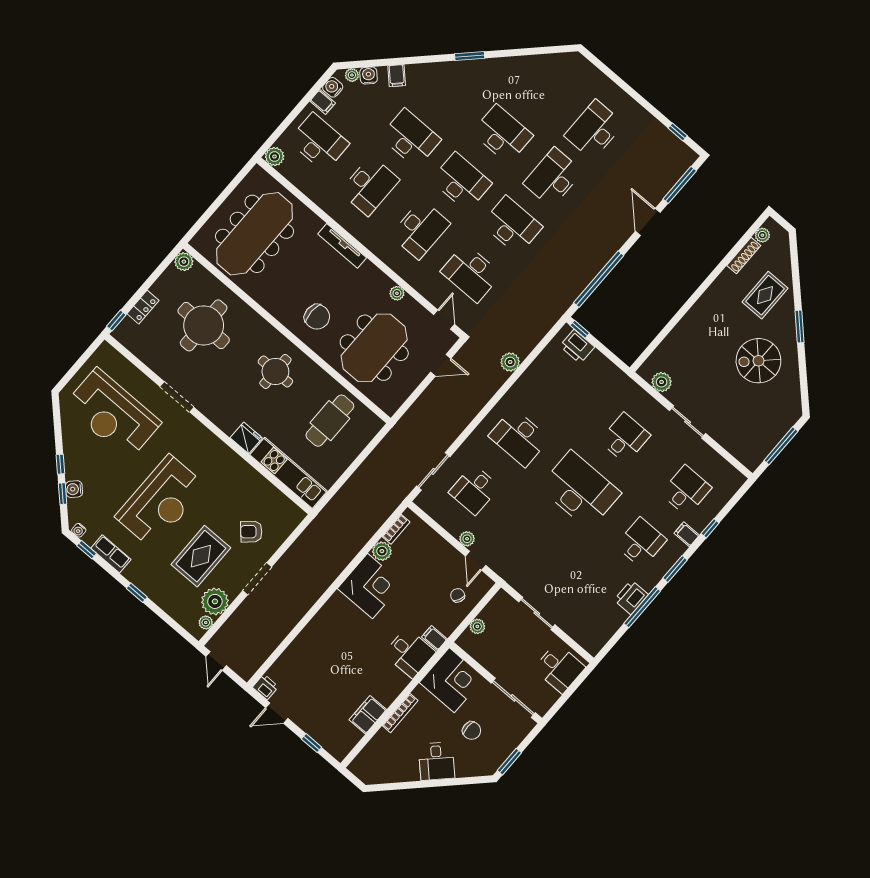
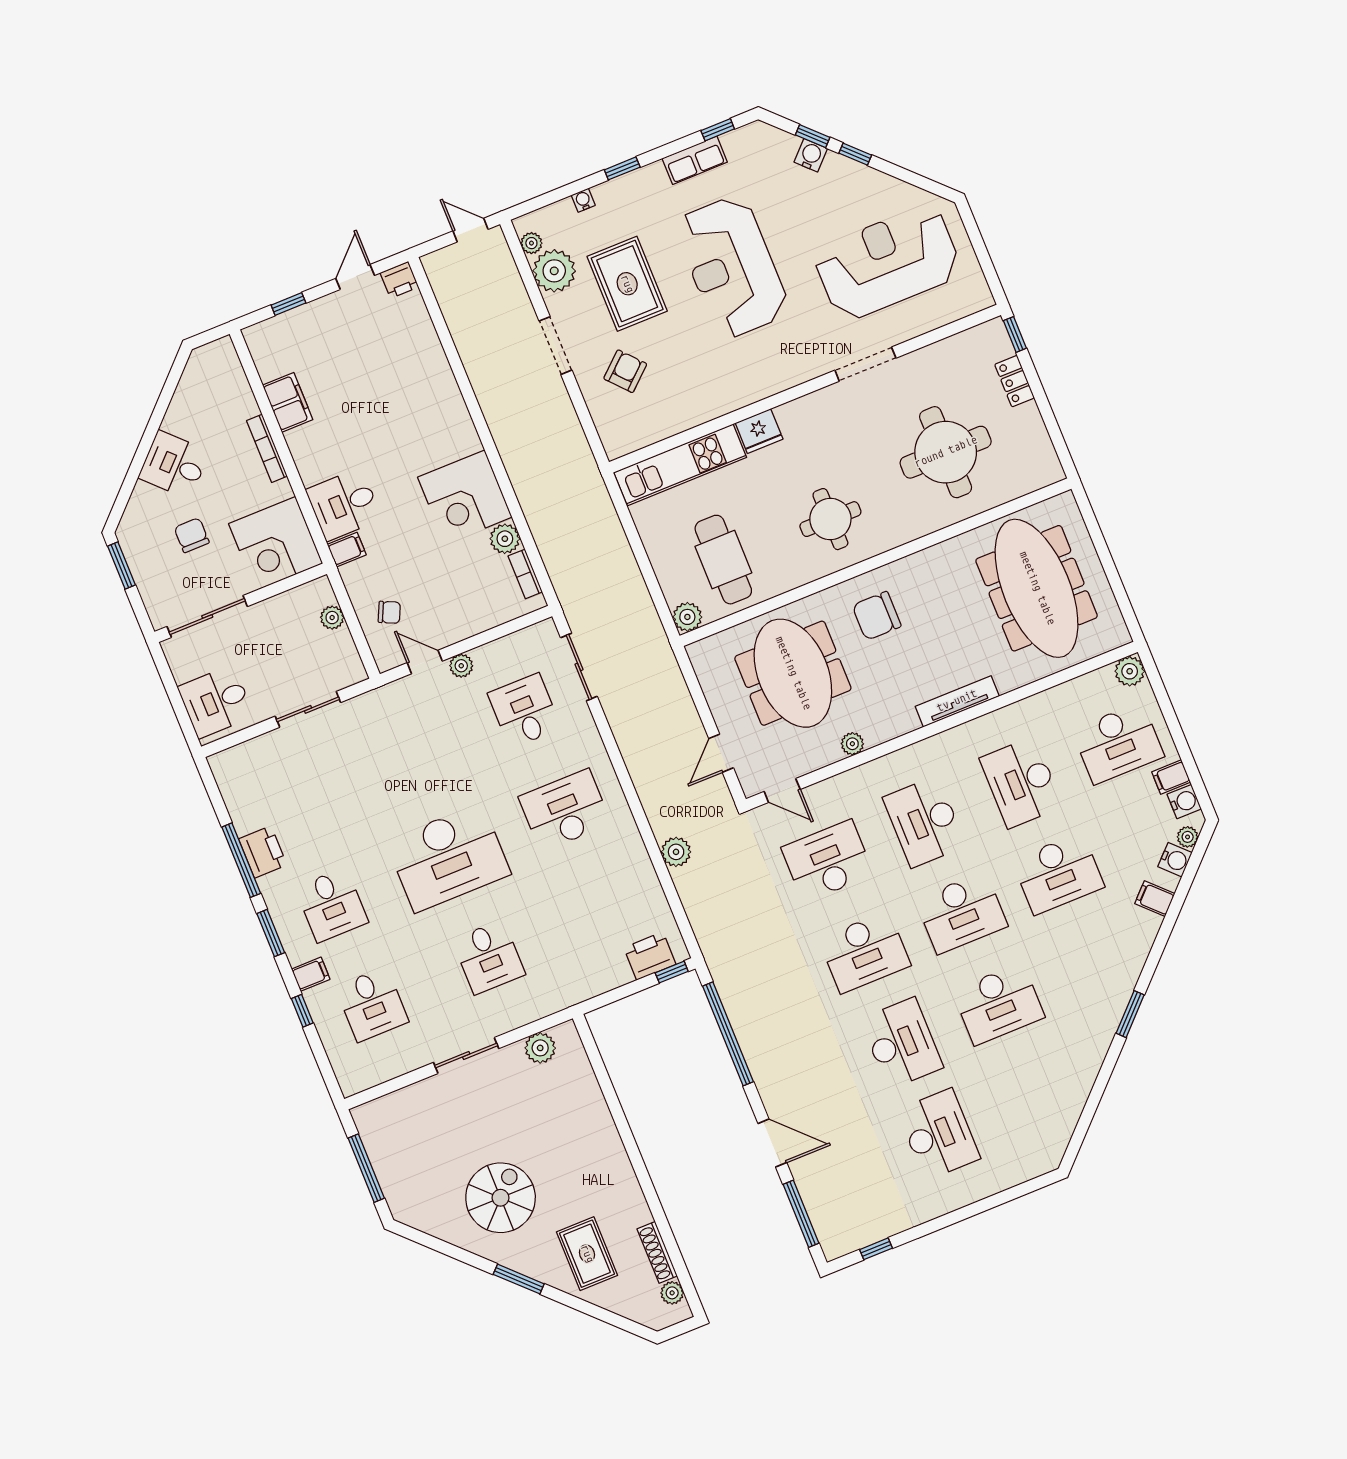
plant: (184, 262) -> (687, 617), moved
water cooler: (79, 530) -> (583, 200), moved
chair: (472, 731) -> (192, 535), turned 90

